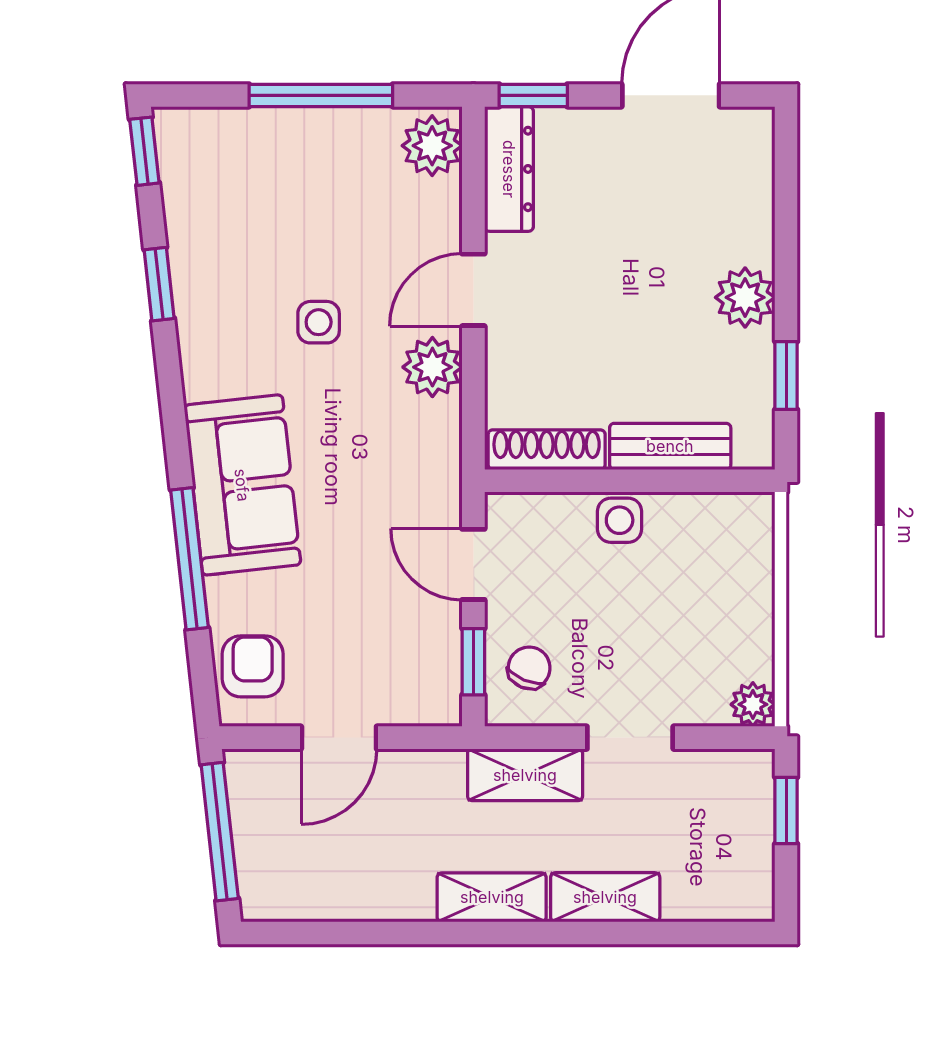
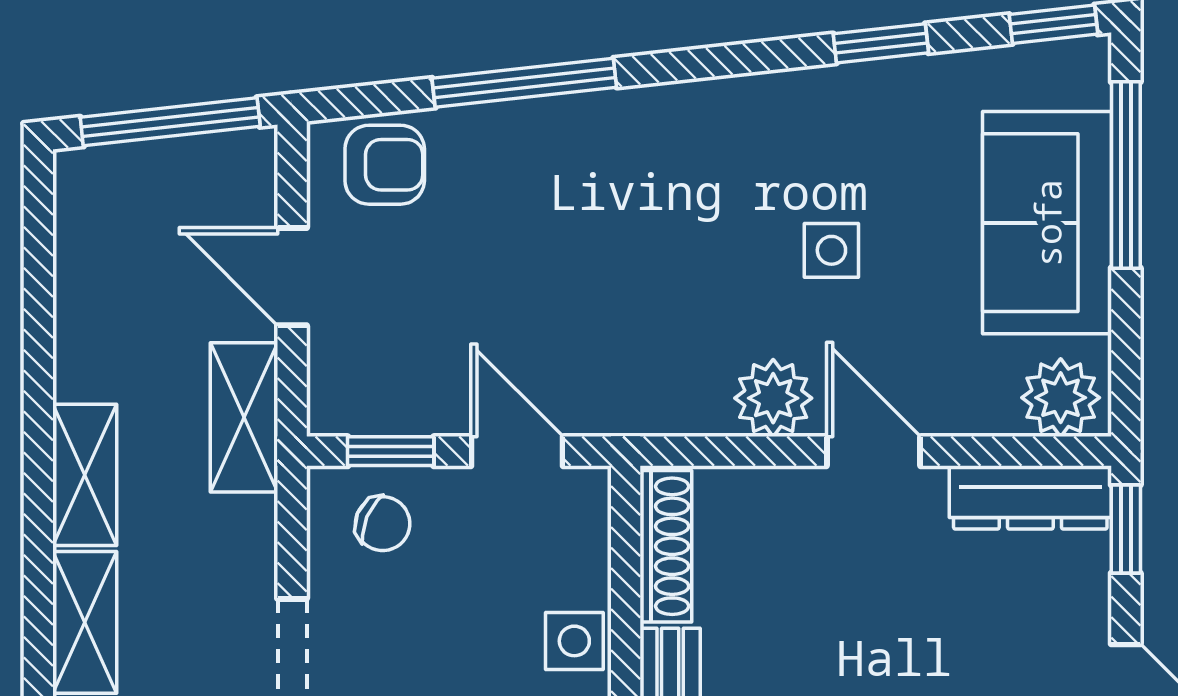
window: (321, 95) -> (1126, 175), moved
sofa: (242, 485) -> (1047, 223), moved, turned 96
door: (473, 564) -> (517, 451), hinge flipped
shelving: (525, 775) -> (244, 417), moved

